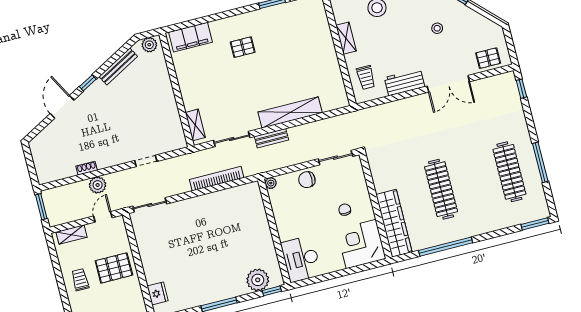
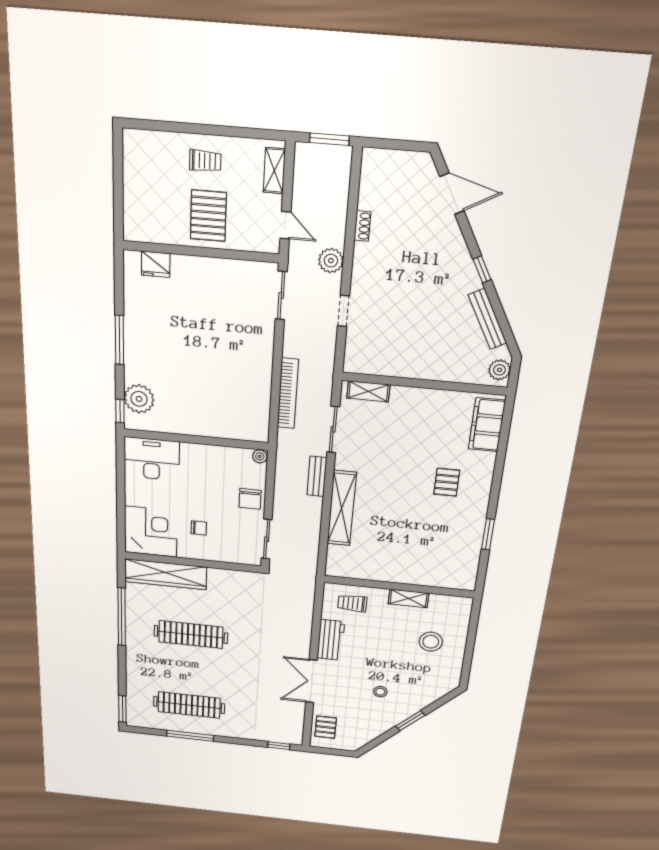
door: (62, 107) -> (452, 194), moved
chair: (307, 180) -> (250, 499), turned 180
plant: (98, 185) -> (331, 261), moved

